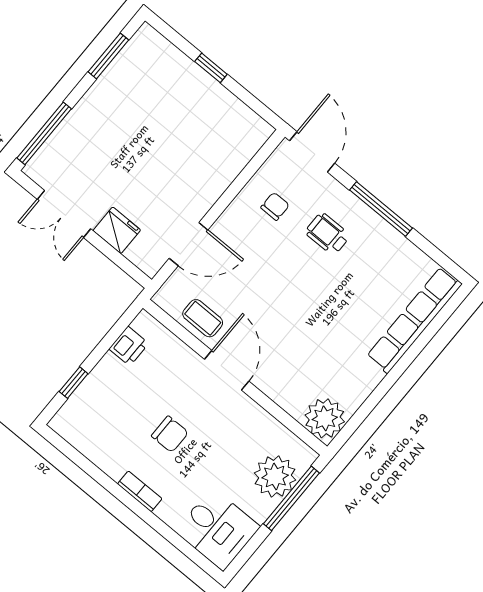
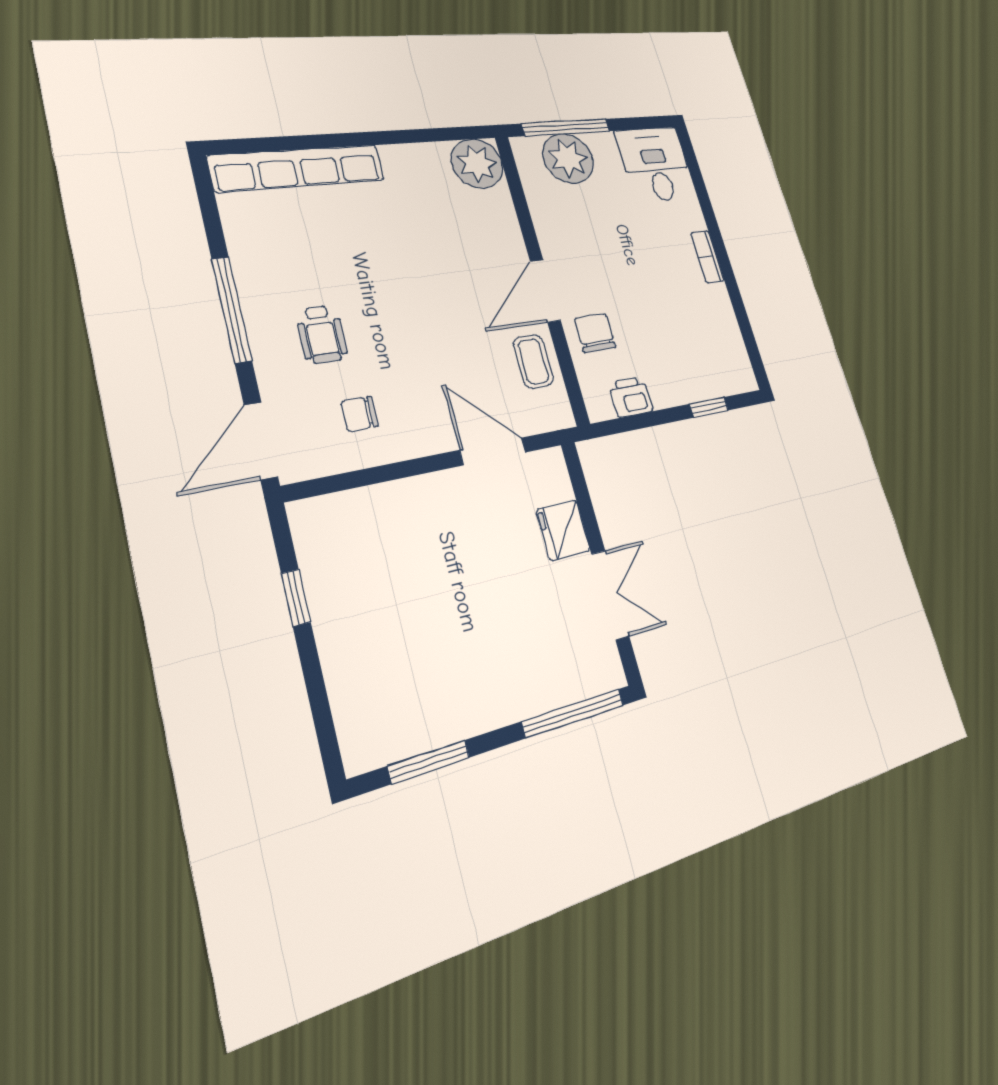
window: (211, 68) -> (296, 598), moved
chair: (170, 434) -> (595, 333), moved

